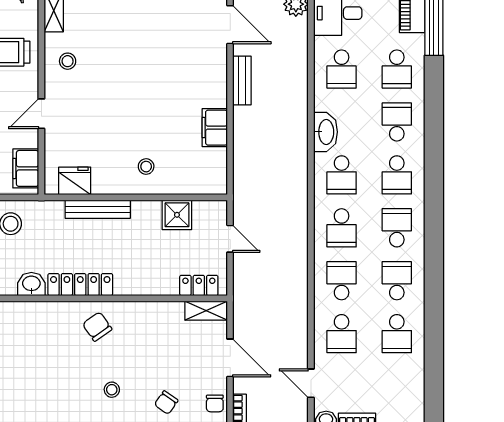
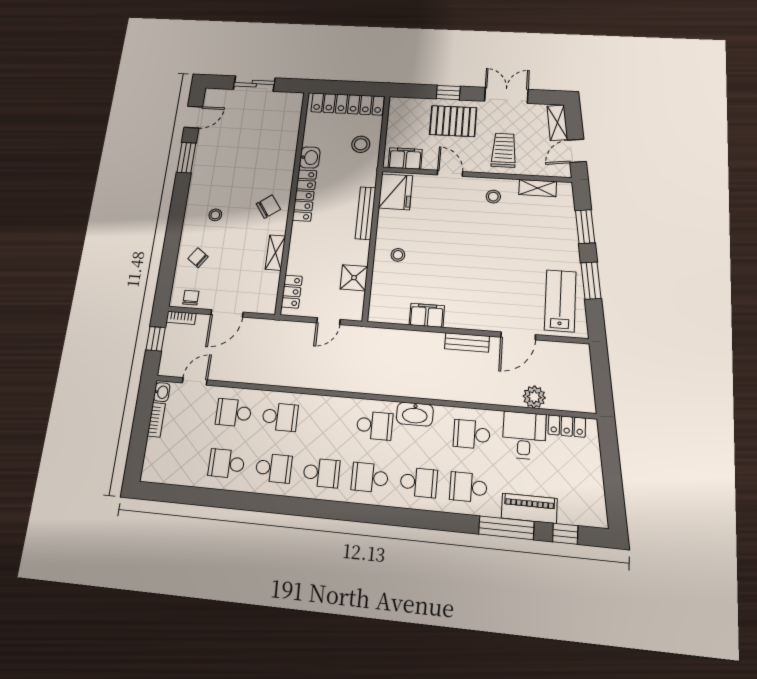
school desk: (342, 175) -> (375, 425), turned 180
fridge: (75, 181) -> (396, 192), width x1.36, depth x1.34
school desk: (342, 228) -> (327, 421), removed
shelving: (206, 311) -> (275, 253), moved
chair: (215, 403) -> (191, 298), turned 90

